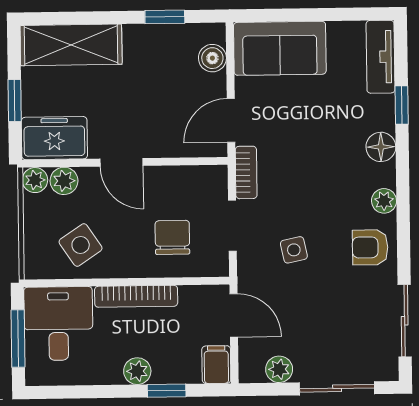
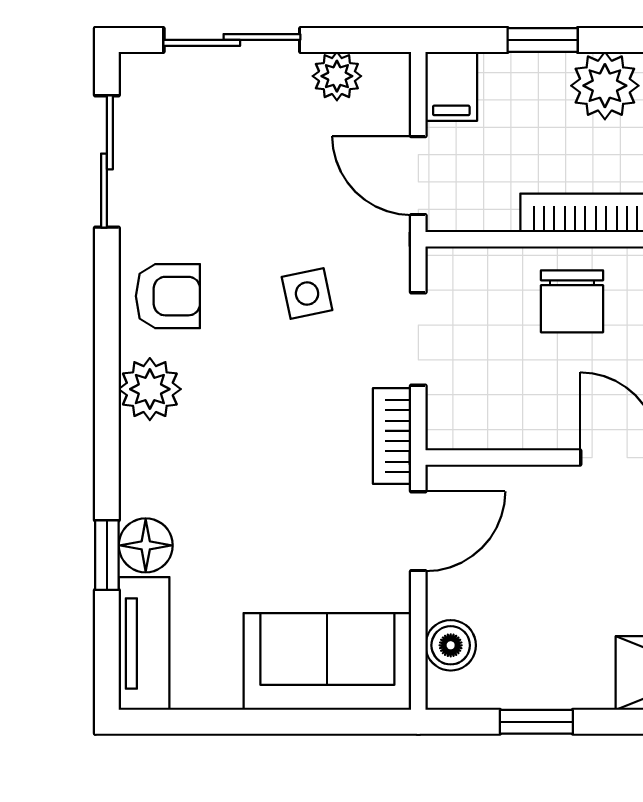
floor lamp: (381, 147) -> (146, 545), moved
plant: (384, 201) -> (150, 389), width x1.38, depth x1.38
chair: (172, 237) -> (572, 301), moved
plant: (137, 371) -> (605, 86), width x1.38, depth x1.38

